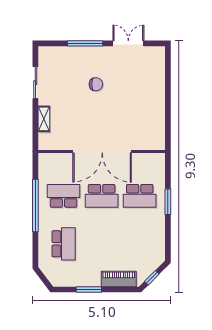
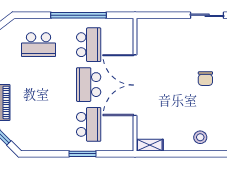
stool: (152, 89) -> (200, 137), added
shelving: (44, 119) -> (150, 145), moved
school desk: (140, 196) -> (89, 124), turned 180

